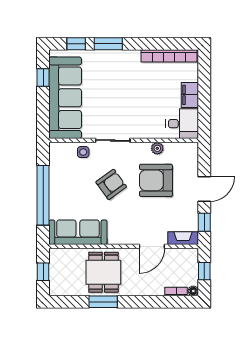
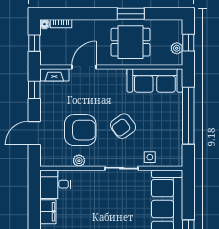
door: (204, 189) -> (34, 133), moved
plant: (55, 266) -> (177, 48), added
dining table: (103, 272) -> (130, 42), turned 90

